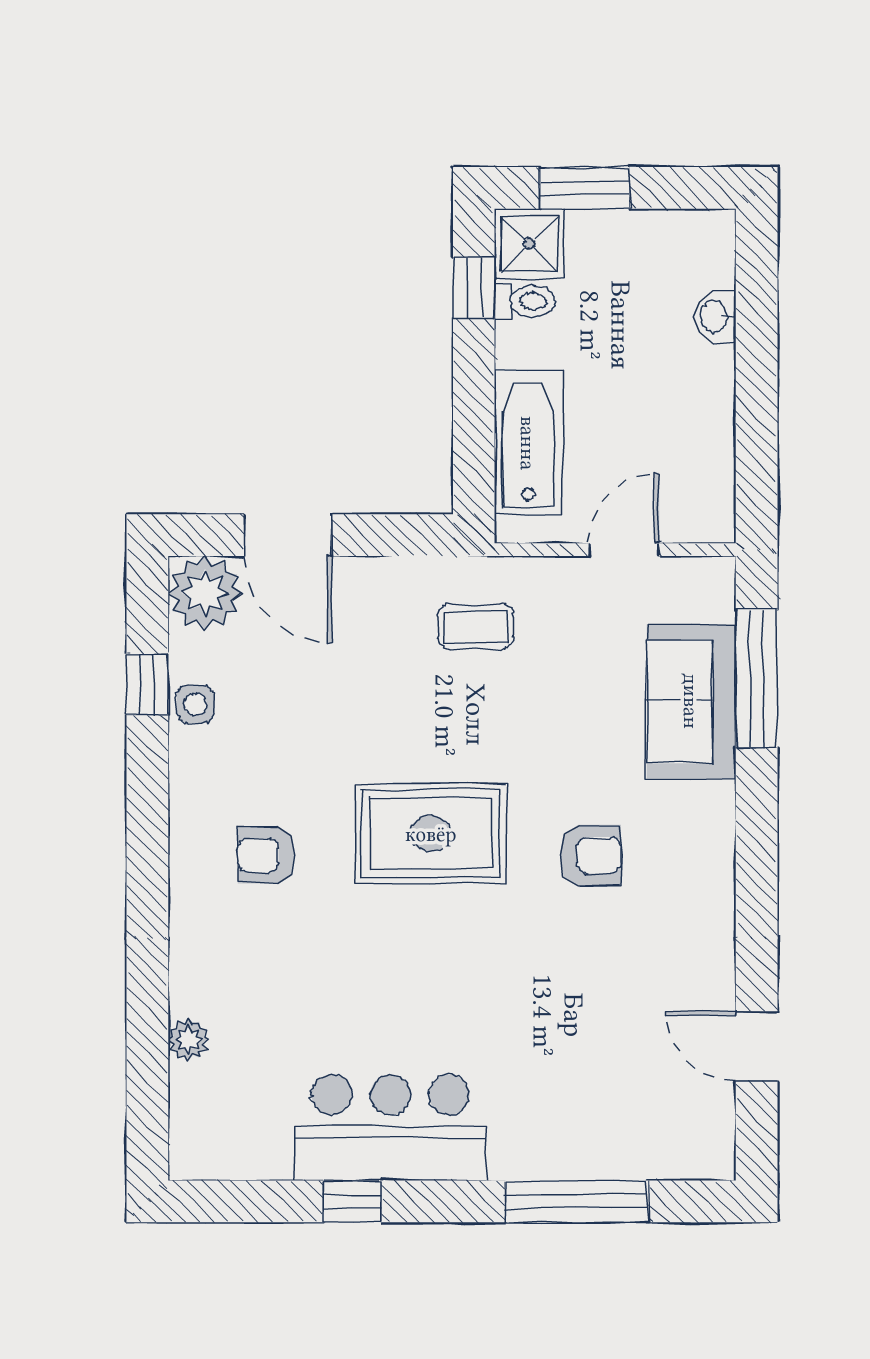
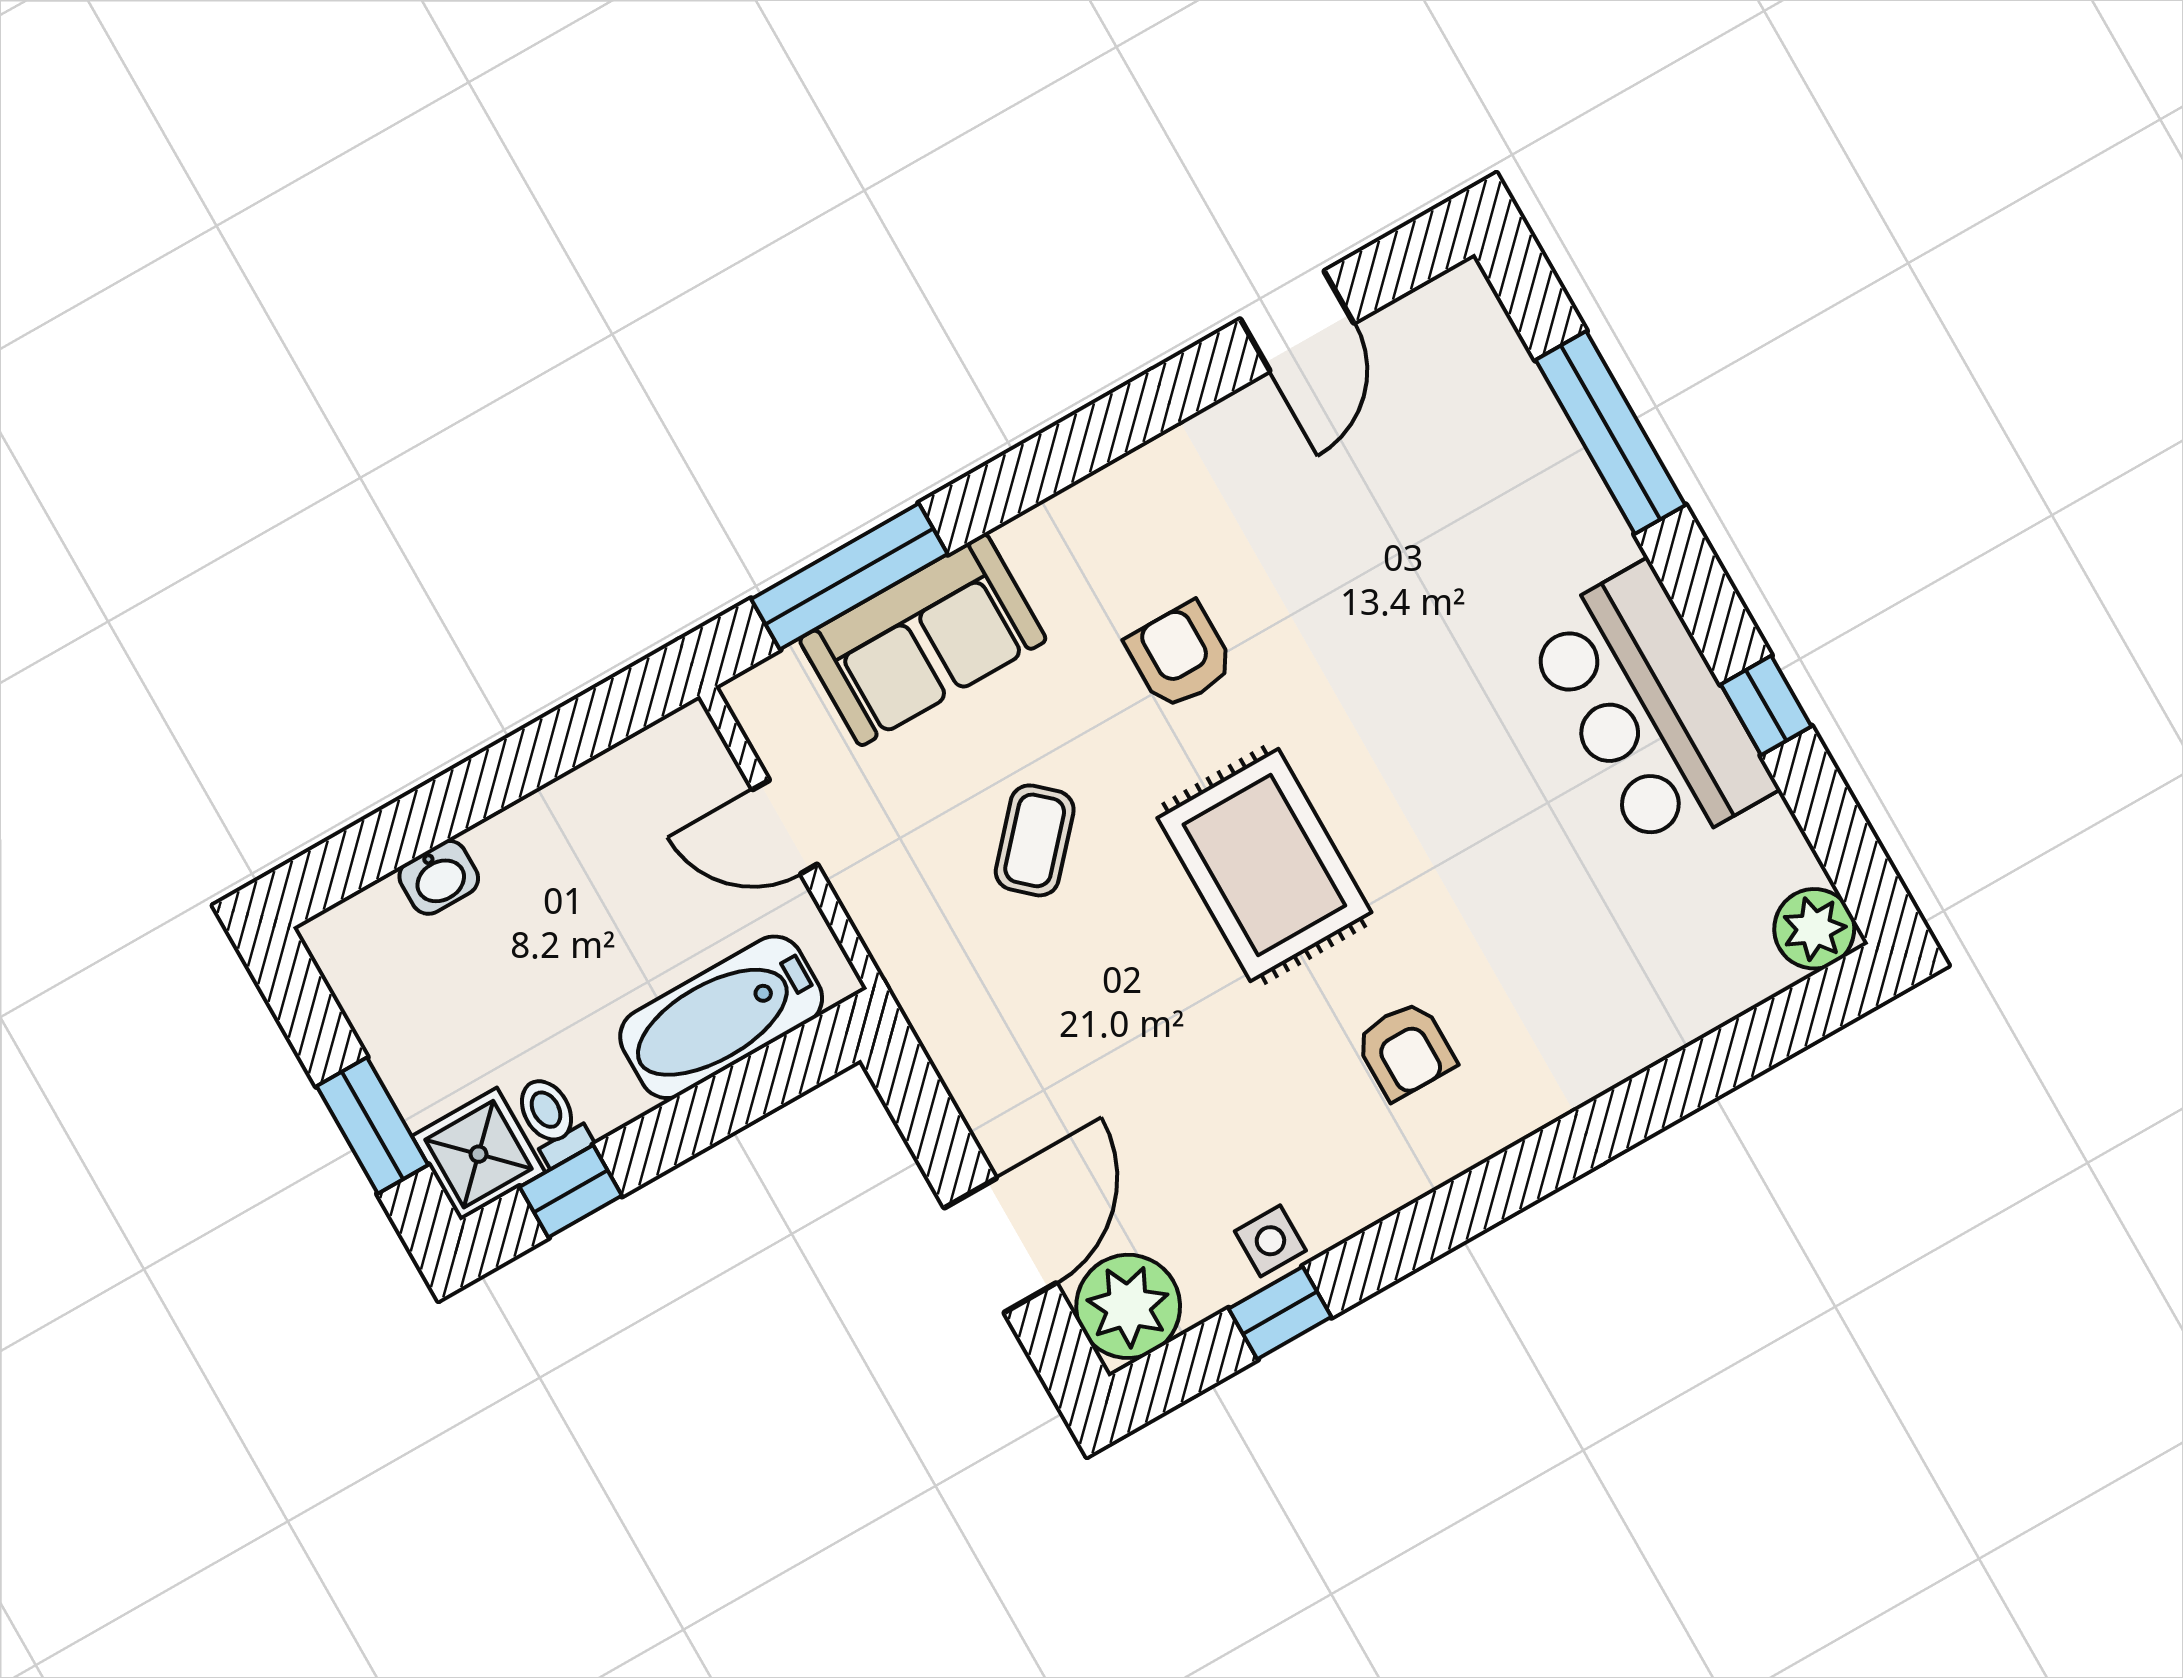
coffee table: (476, 627) -> (1035, 840), moved, turned 42
plant: (189, 1040) -> (1814, 929), moved, width x1.38, depth x1.38

